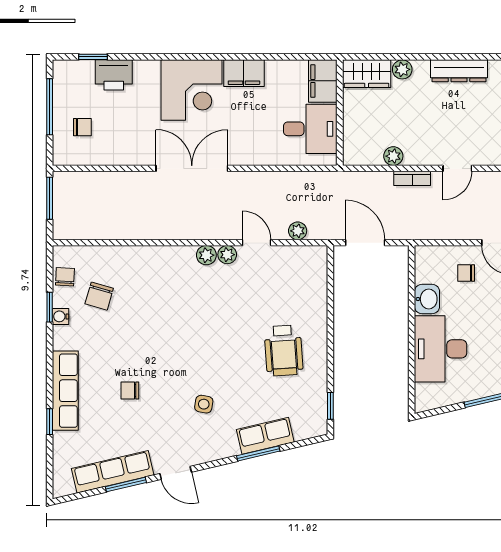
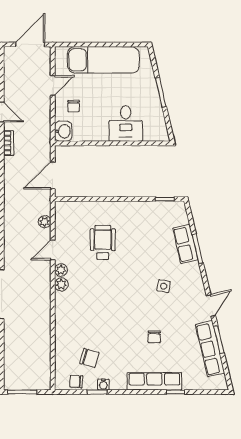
washbasin: (427, 299) -> (63, 131), moved, turned 90
desk: (441, 349) -> (126, 123), width x0.73
wheelchair: (284, 351) -> (103, 242), moved, turned -86

